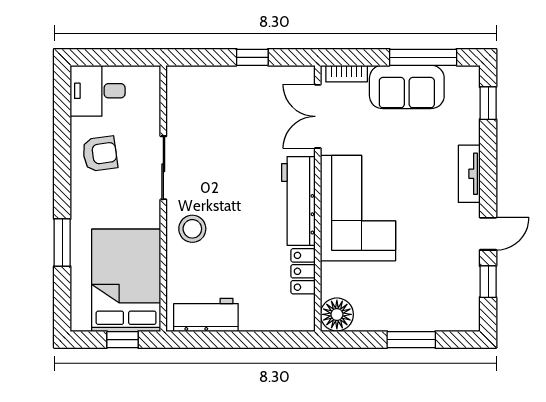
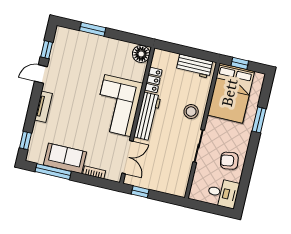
double door: (318, 116) -> (127, 157), moved
wall: (318, 198) -> (137, 115), moved
workbench: (298, 201) -> (147, 116), moved
corner sofa: (358, 208) -> (118, 106), moved
locker: (303, 271) -> (153, 80), moved
floor lamp: (337, 314) -> (141, 54), moved

